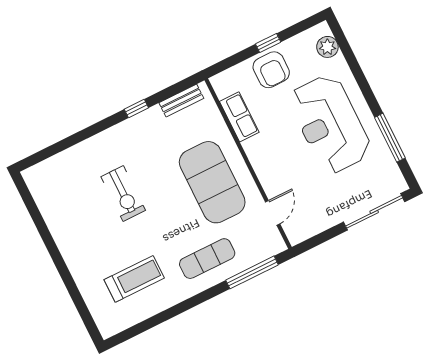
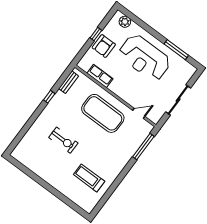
armchair: (271, 70) -> (104, 46), turned 90
sliding door: (374, 212) -> (178, 100), moved
door: (273, 213) -> (139, 113), hinge flipped
exercise mat: (207, 259) -> (119, 151), removed
treadmill: (134, 279) -> (89, 178), turned -90

